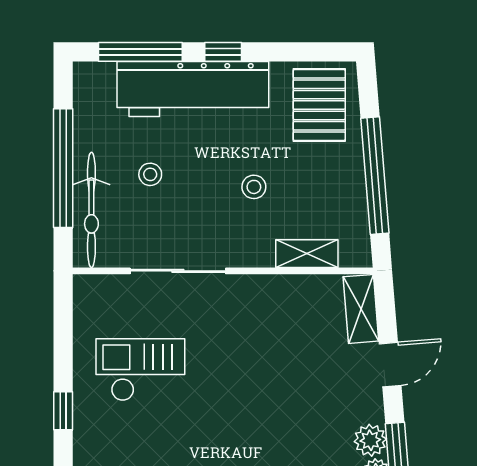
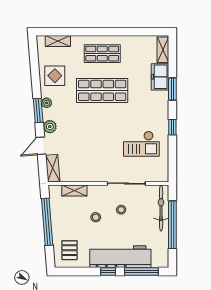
pallet: (319, 105) -> (69, 250), width x0.67, depth x0.71
stool: (150, 174) -> (121, 210), moved
plant: (370, 440) -> (50, 127), moved

